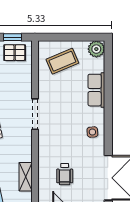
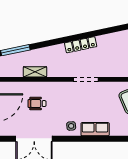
row of seats: (96, 90) -> (95, 129), moved

